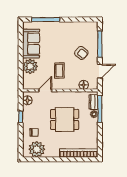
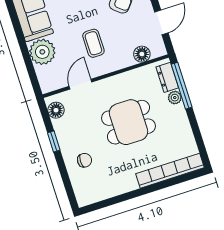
plant: (37, 149) -> (98, 187), removed

